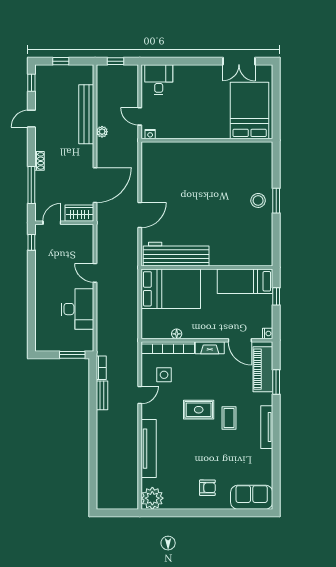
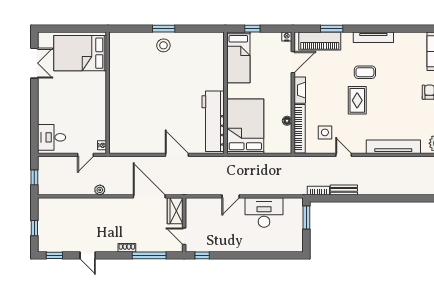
bench: (86, 114) -> (84, 204), removed

